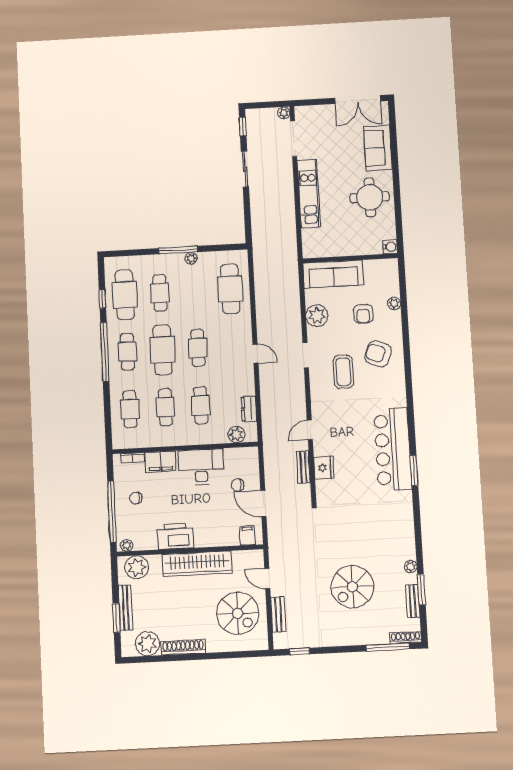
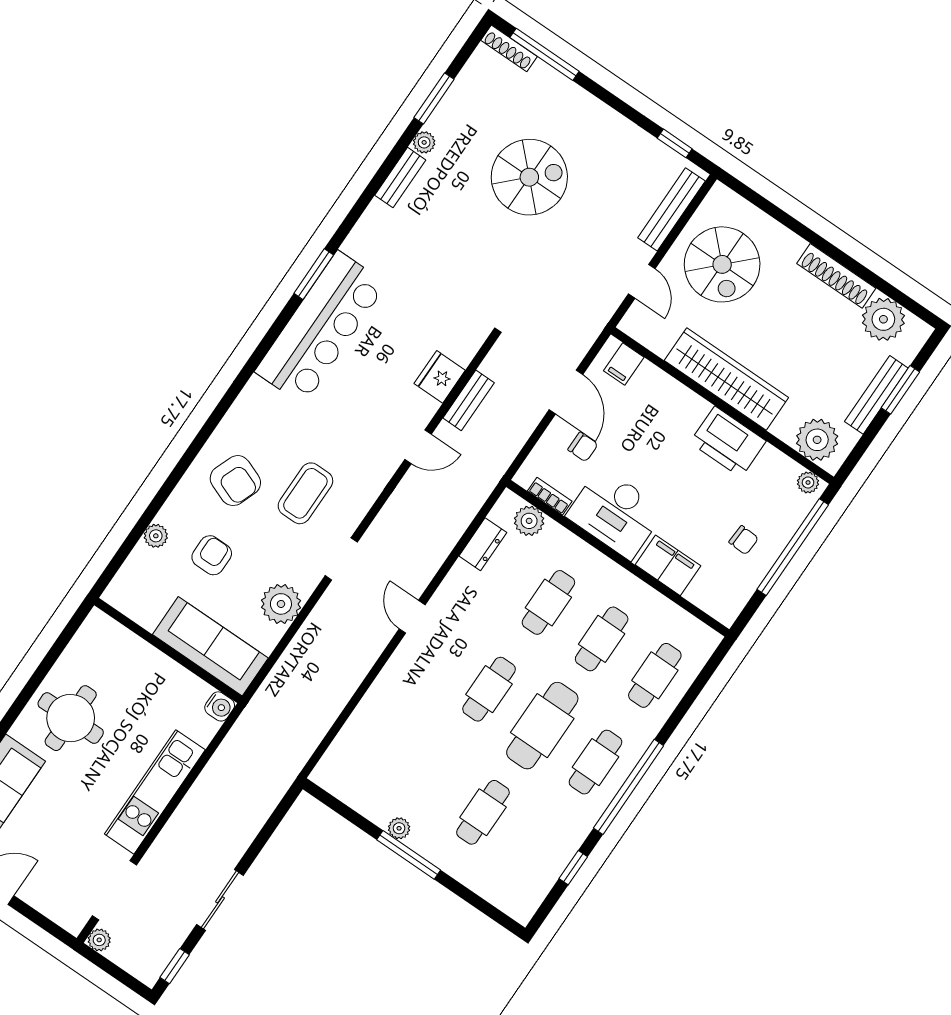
water cooler: (390, 247) -> (220, 706), moved, turned 180
cafe table: (230, 289) -> (376, 739), removed
cafe table: (125, 295) -> (536, 849), removed
bookcase: (132, 458) -> (550, 496), moved
bench: (413, 601) -> (400, 178), moved
spiral stairs: (238, 613) -> (722, 264), turned 180
bench: (278, 614) -> (671, 209), width x1.36

